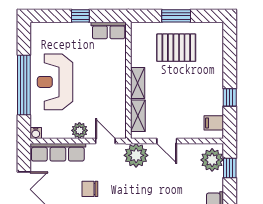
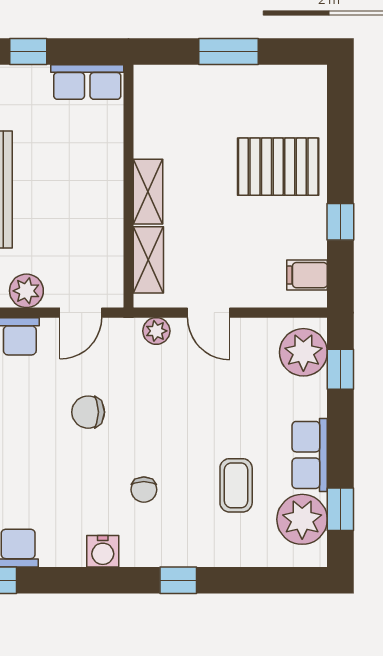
pallet: (176, 48) -> (278, 167), moved
door: (105, 141) -> (81, 313), swing flipped
plant: (136, 155) -> (156, 331), width x0.53, depth x0.53
chair: (90, 189) -> (88, 412), moved

